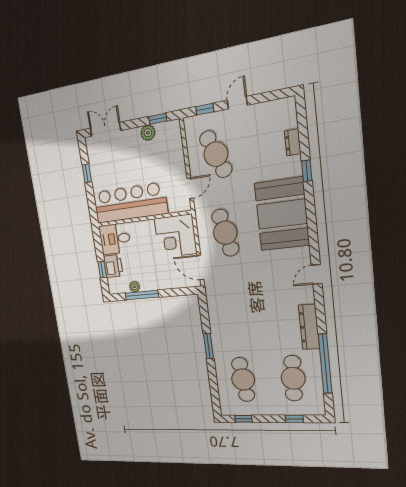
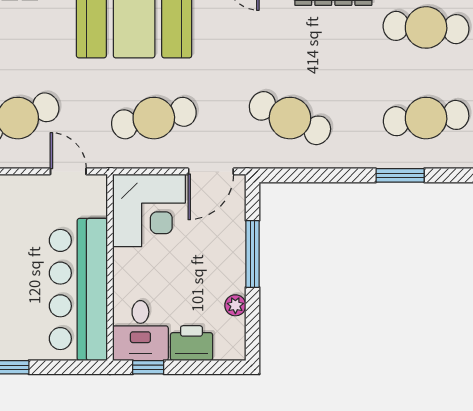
window: (102, 270) -> (148, 367), moved
window: (142, 295) -> (253, 254), moved
cafe table: (234, 308) -> (290, 118), added
window: (208, 346) -> (400, 175), moved

